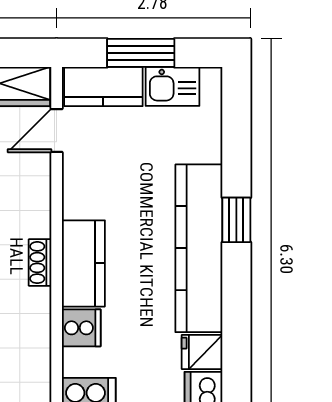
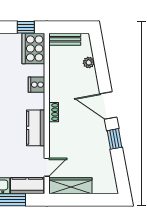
kitchen counter: (83, 263) -> (36, 128), moved

